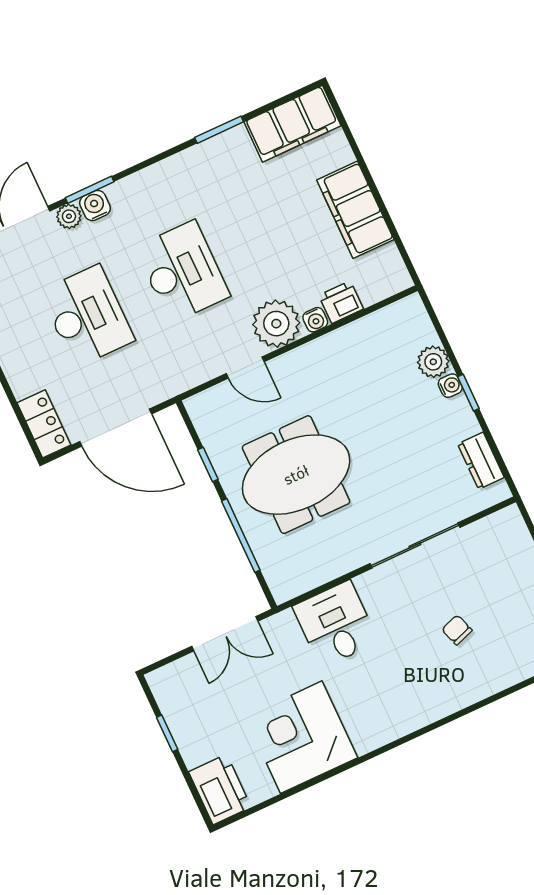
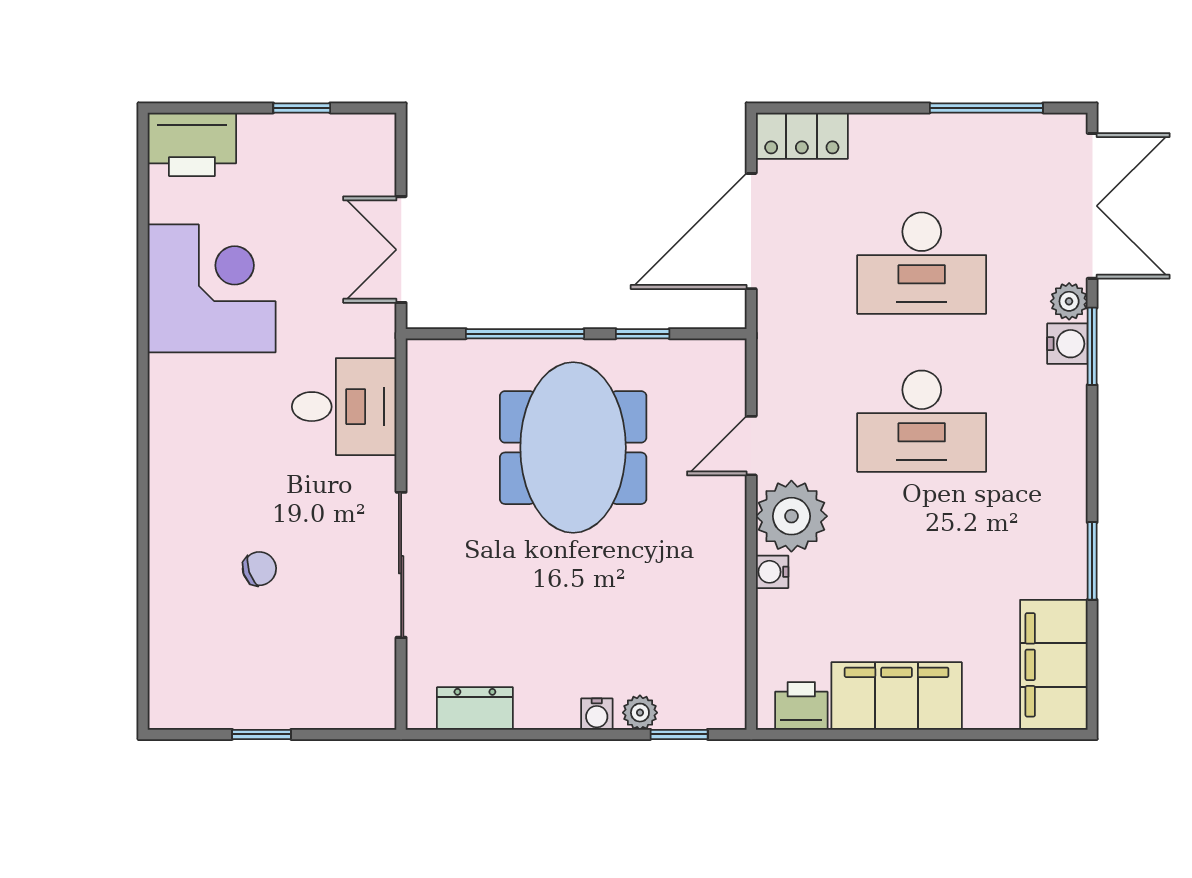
printer: (341, 302) -> (801, 706), moved, turned -90
plant: (433, 362) -> (640, 713), width x0.73, depth x0.73
window: (468, 393) -> (679, 734), moved

